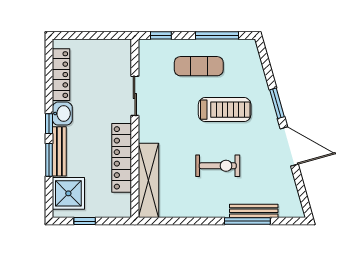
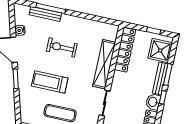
locker: (122, 158) -> (125, 50), moved
water cooler: (287, 178) -> (20, 30), added
shelving: (148, 180) -> (104, 64), moved

